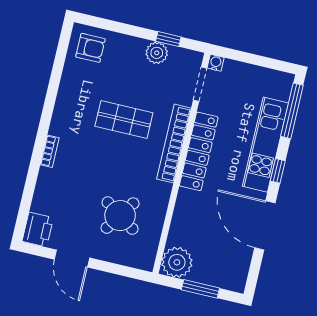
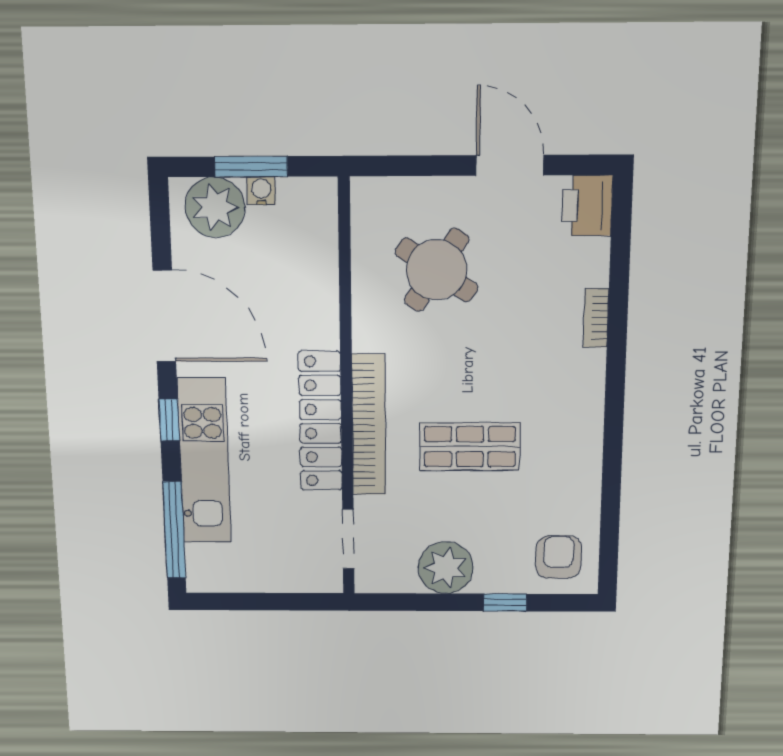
window: (168, 39) -> (505, 603), moved
armchair: (90, 48) -> (559, 557), turned 90
plant: (157, 53) -> (446, 568), width x1.36, depth x1.36
water cooler: (216, 63) -> (261, 191), moved, turned 180
bookcase: (50, 151) -> (596, 318), moved
plant: (177, 262) -> (215, 207), moved

